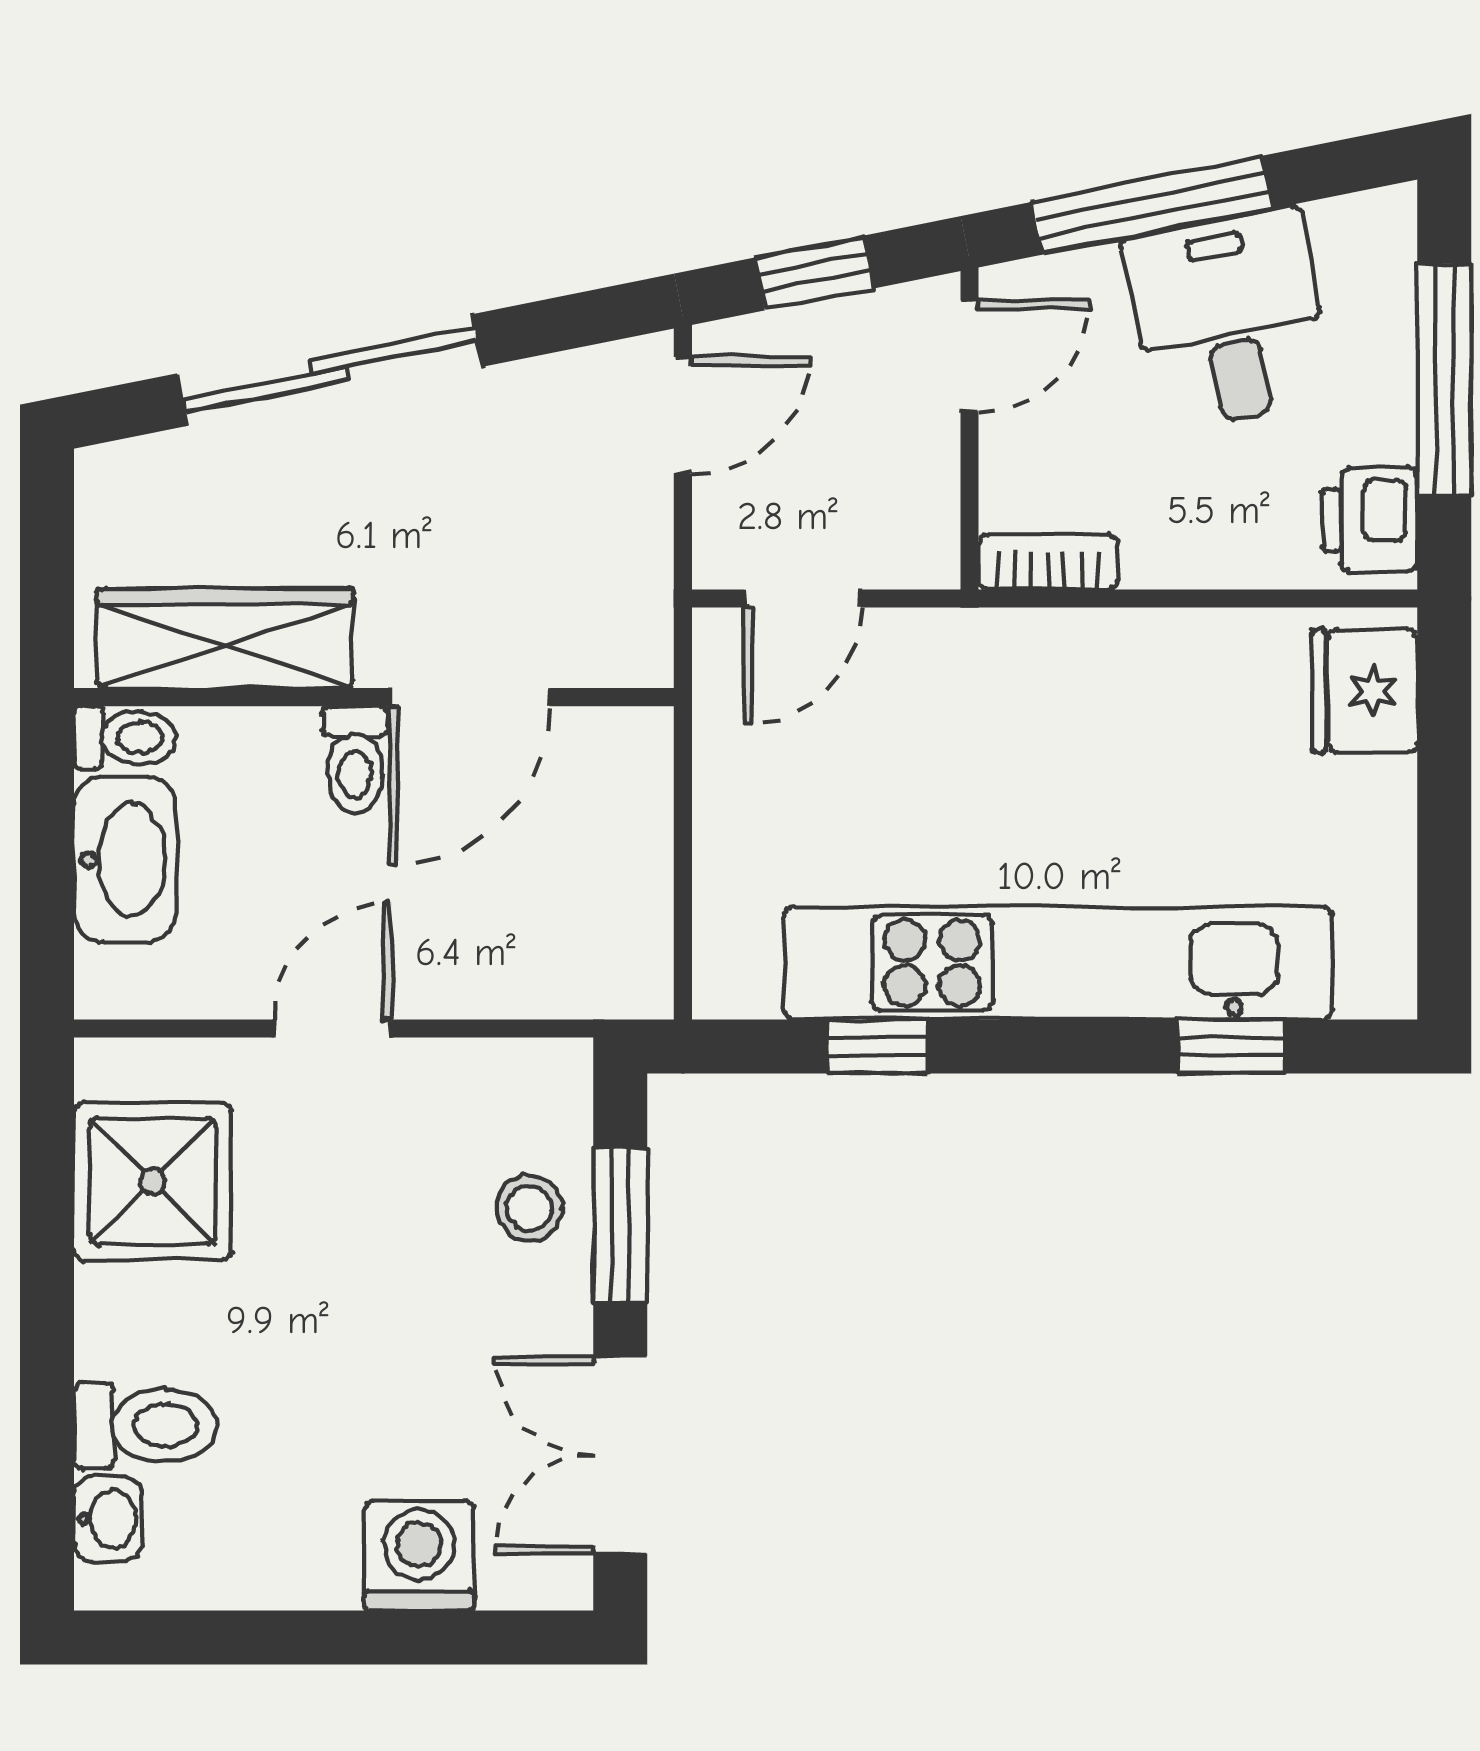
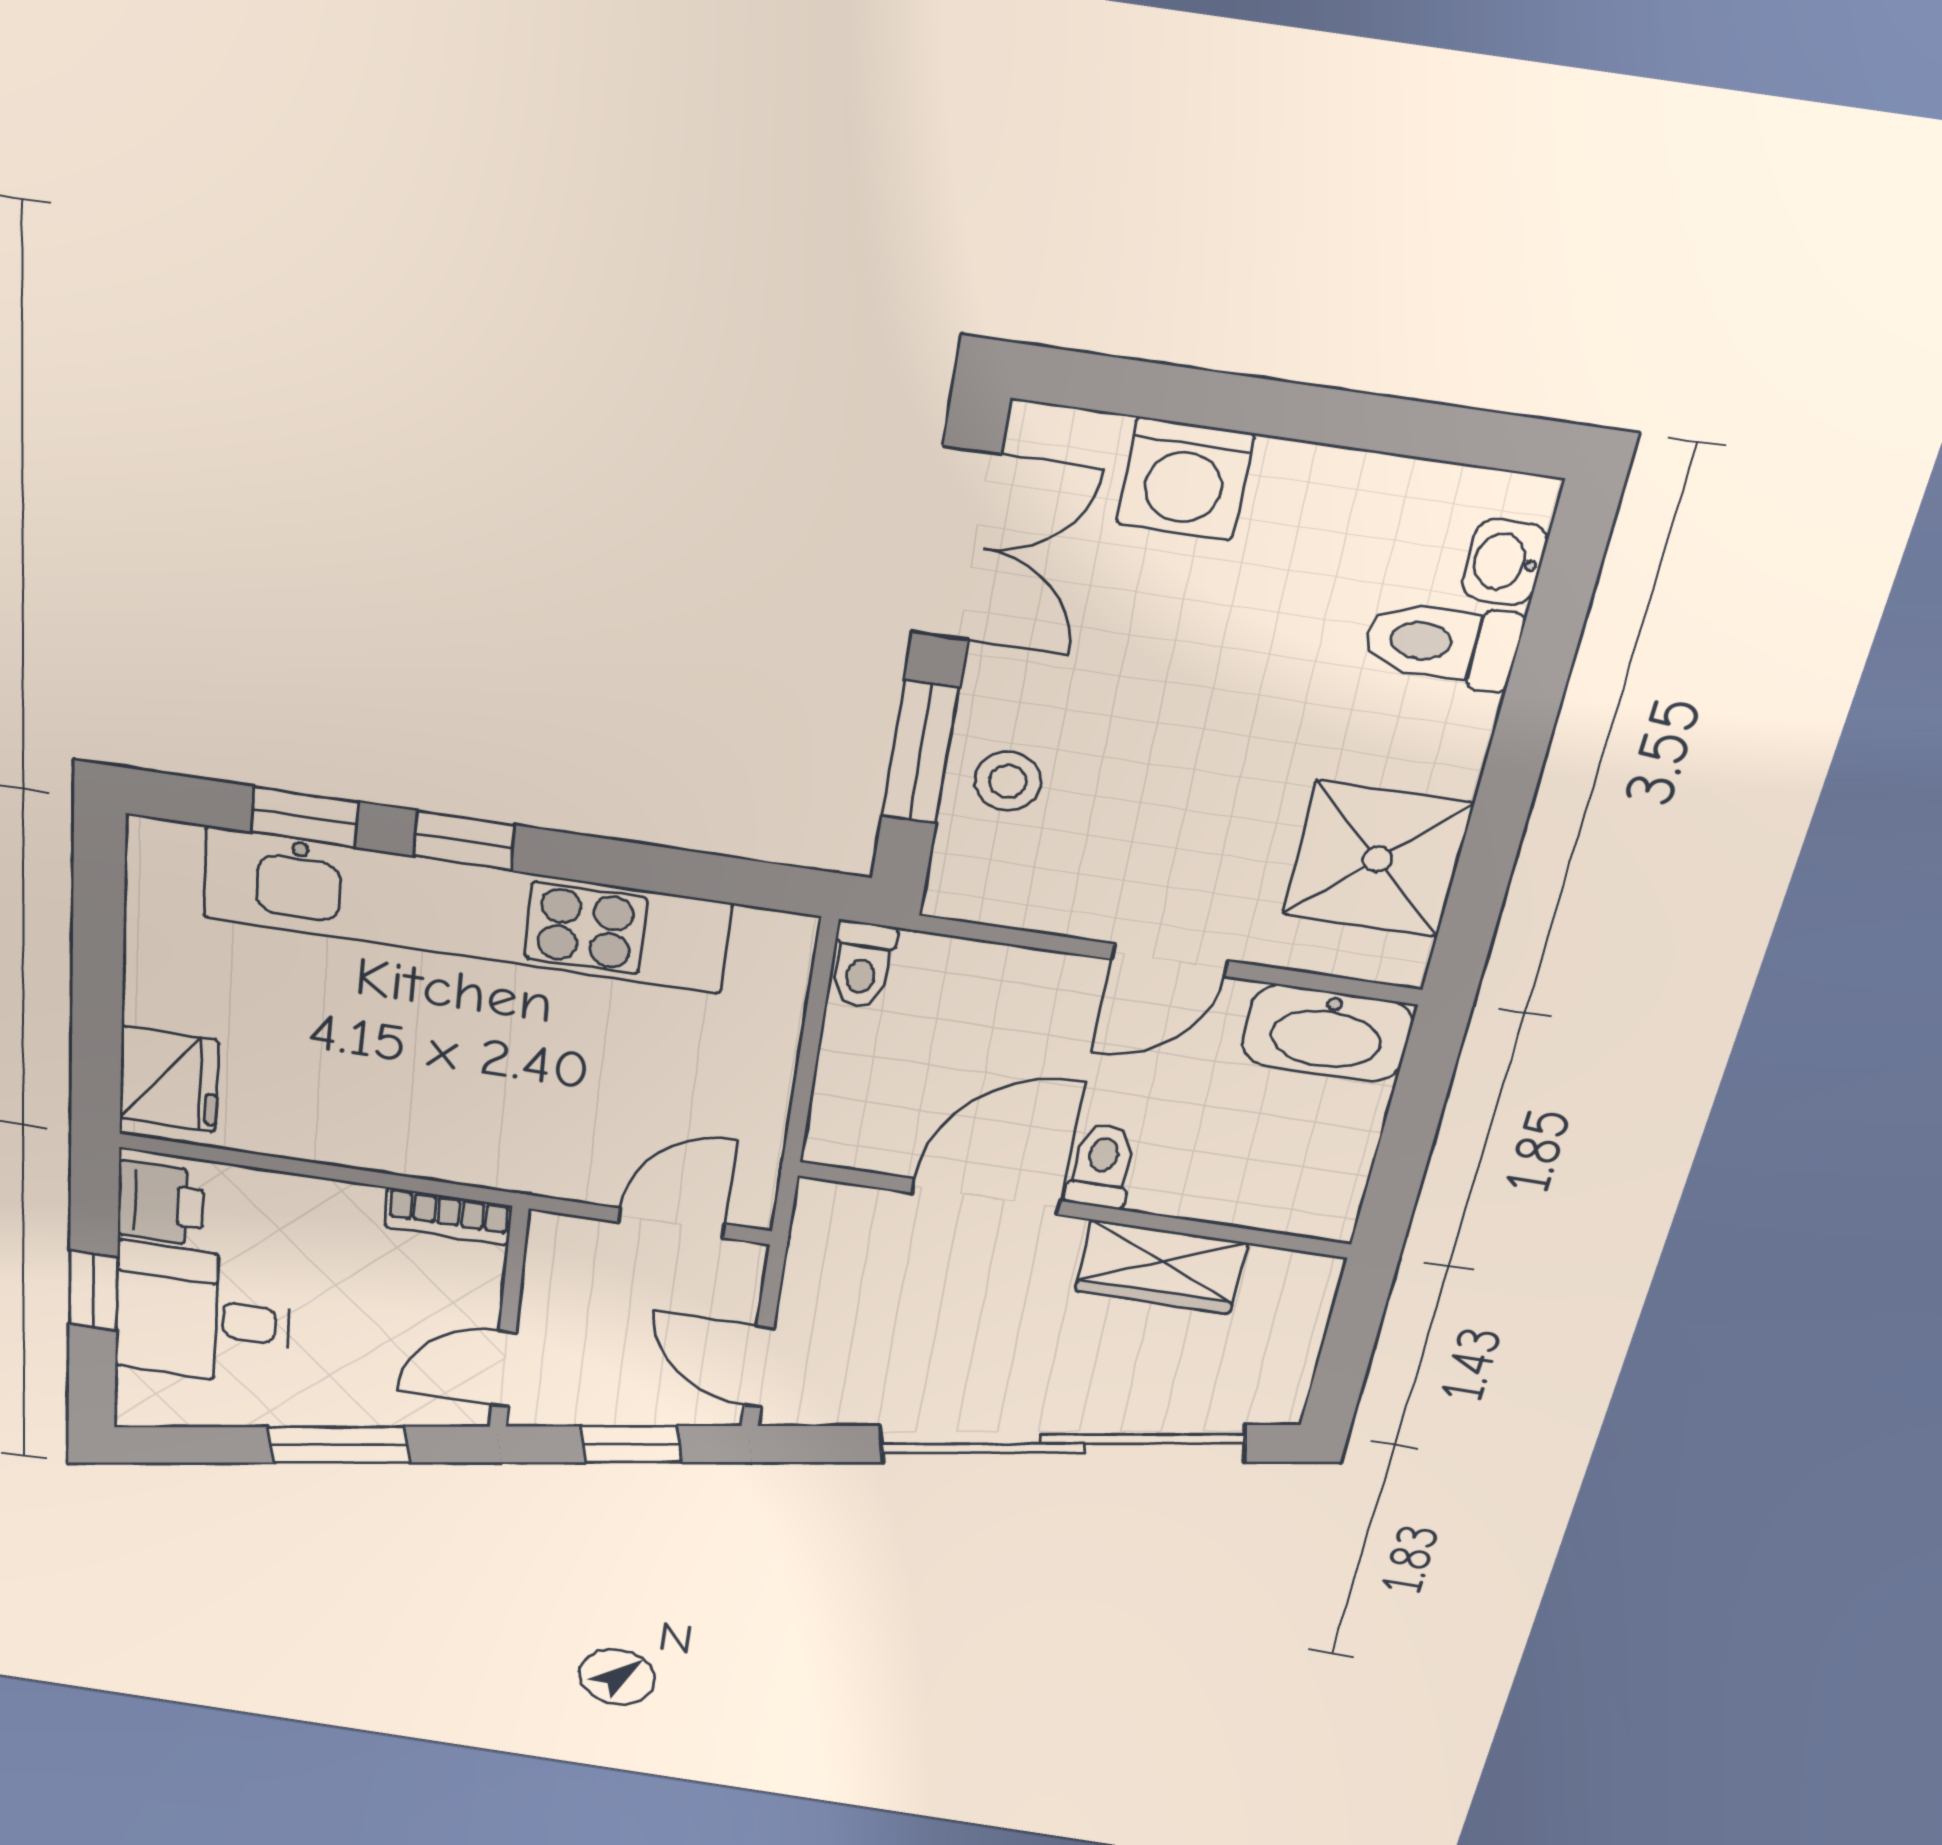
window: (1152, 205) -> (339, 1445), width x0.69
desk: (1229, 319) -> (203, 1316), moved, turned 101
sliding door: (330, 370) -> (1062, 1444), width x1.36
window: (1444, 380) -> (93, 1291), width x0.46
door: (683, 415) -> (759, 1367), hinge flipped
wardrobe: (225, 638) -> (1161, 1267), width x0.67
toilet: (125, 738) -> (862, 965), moved, turned -90
washbasin: (125, 860) -> (1327, 1033), moved, turned -90
window: (877, 1046) -> (464, 841), moved

